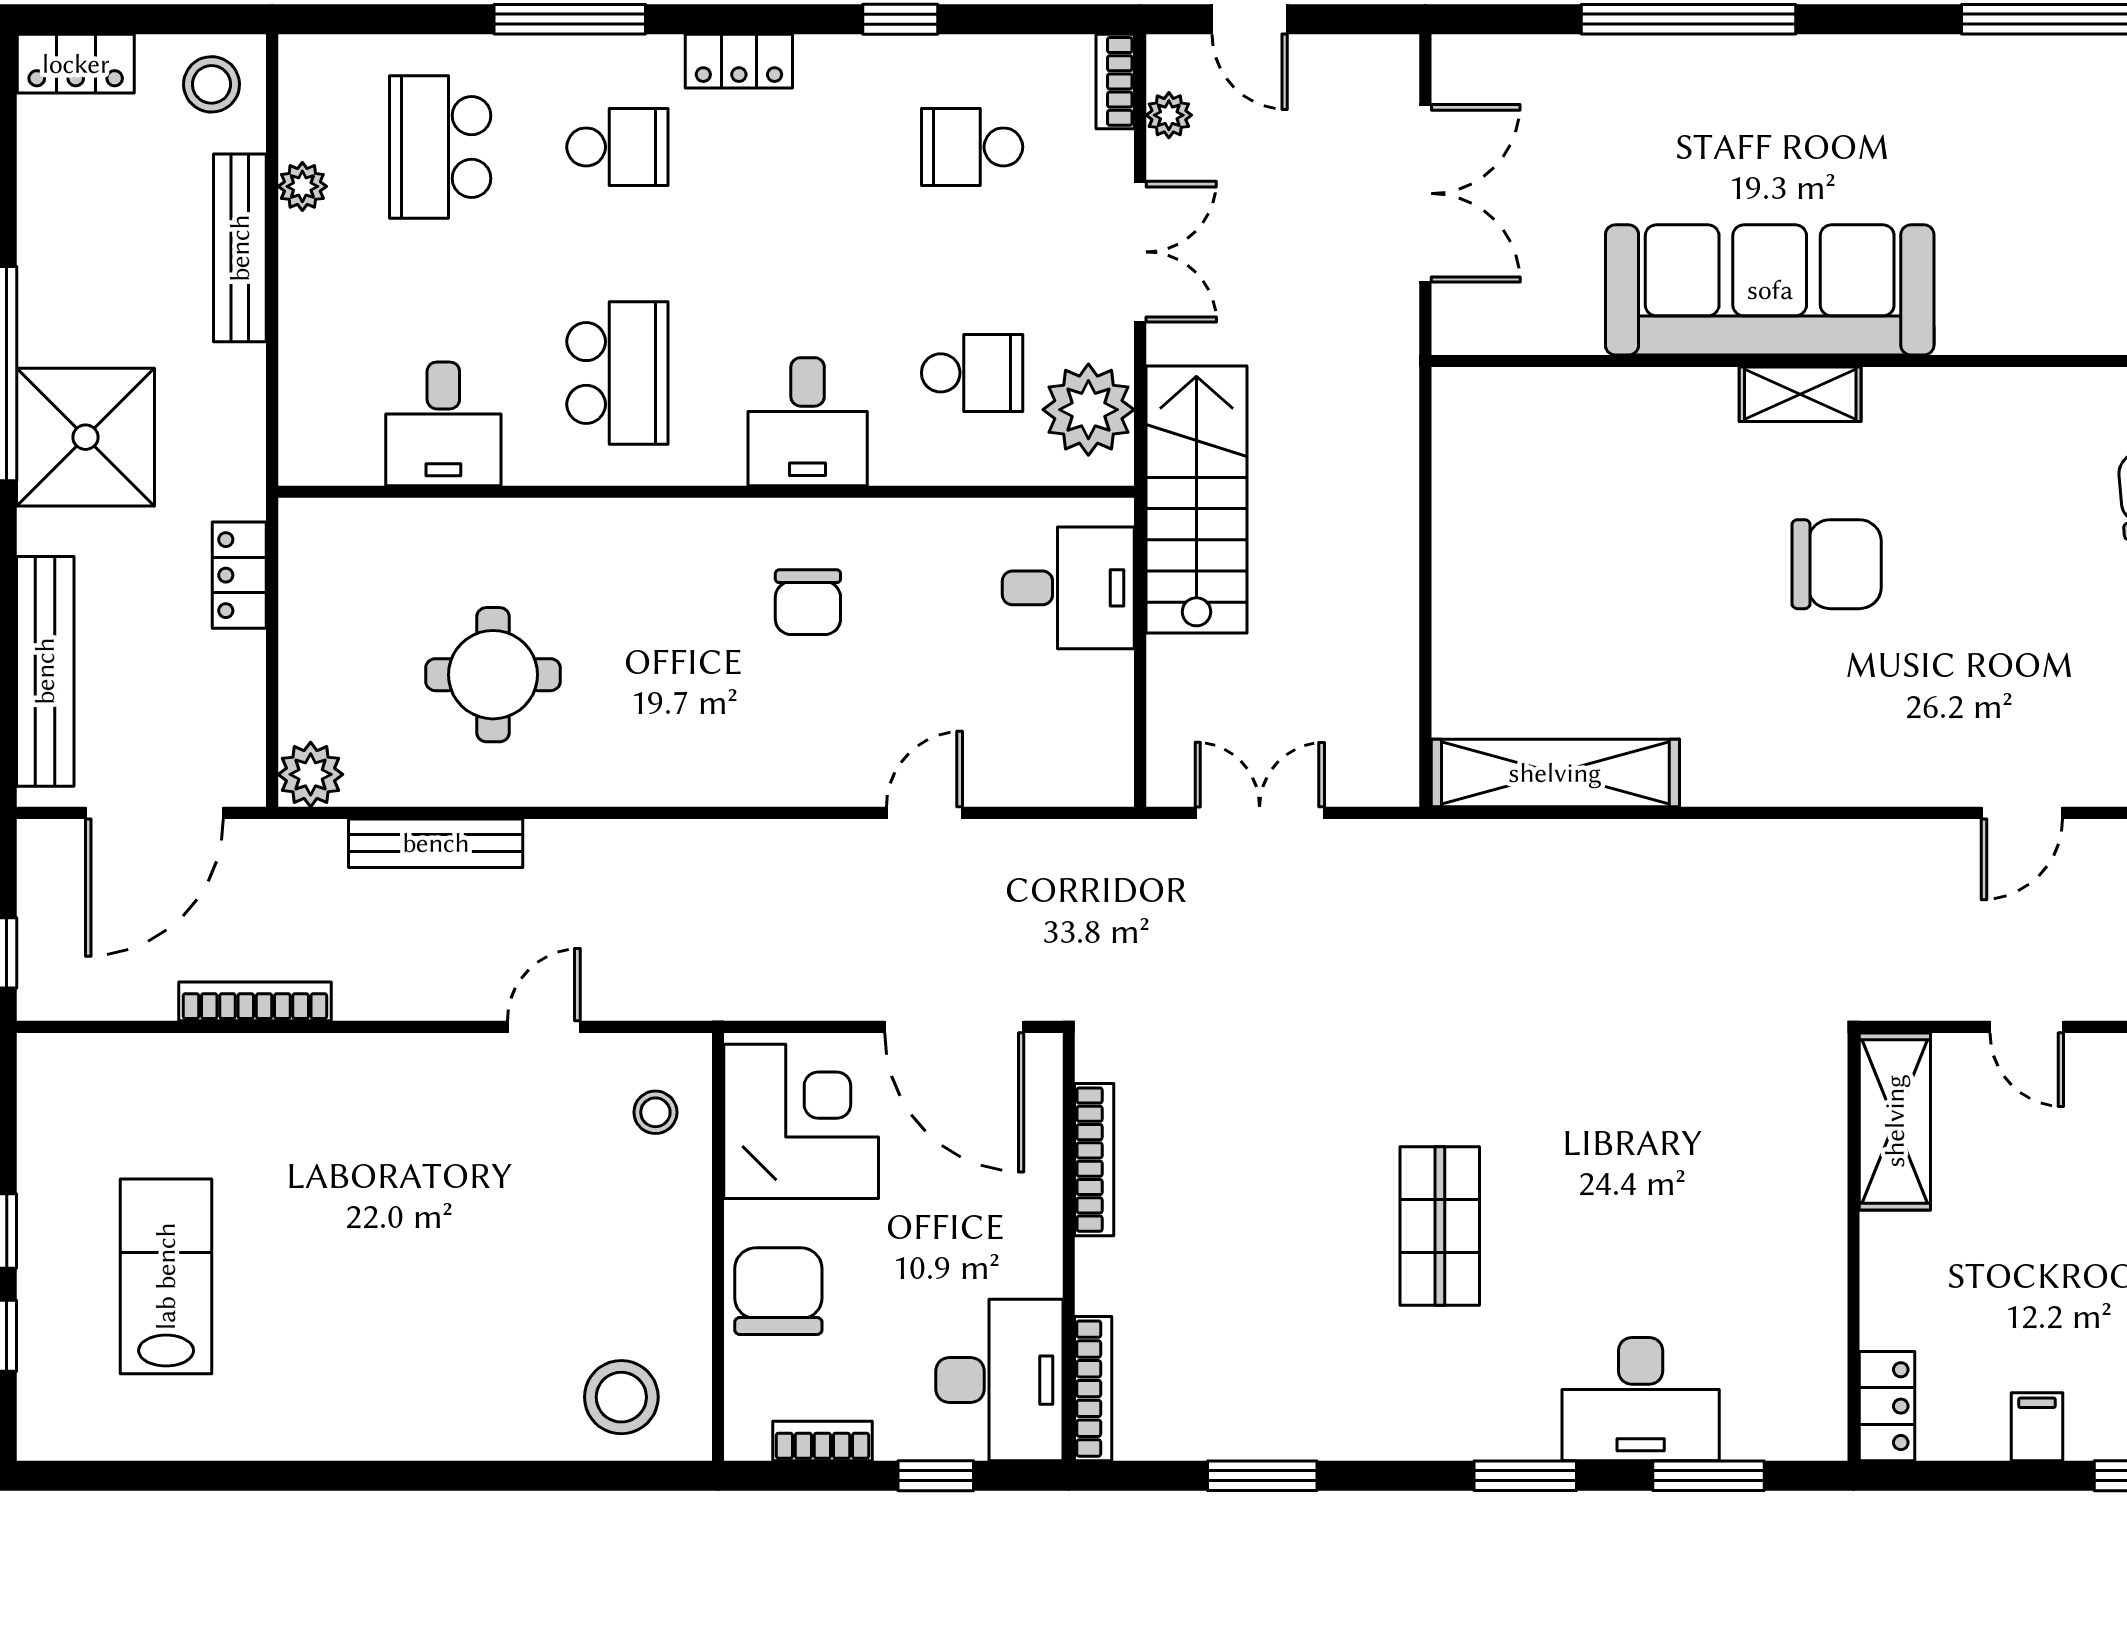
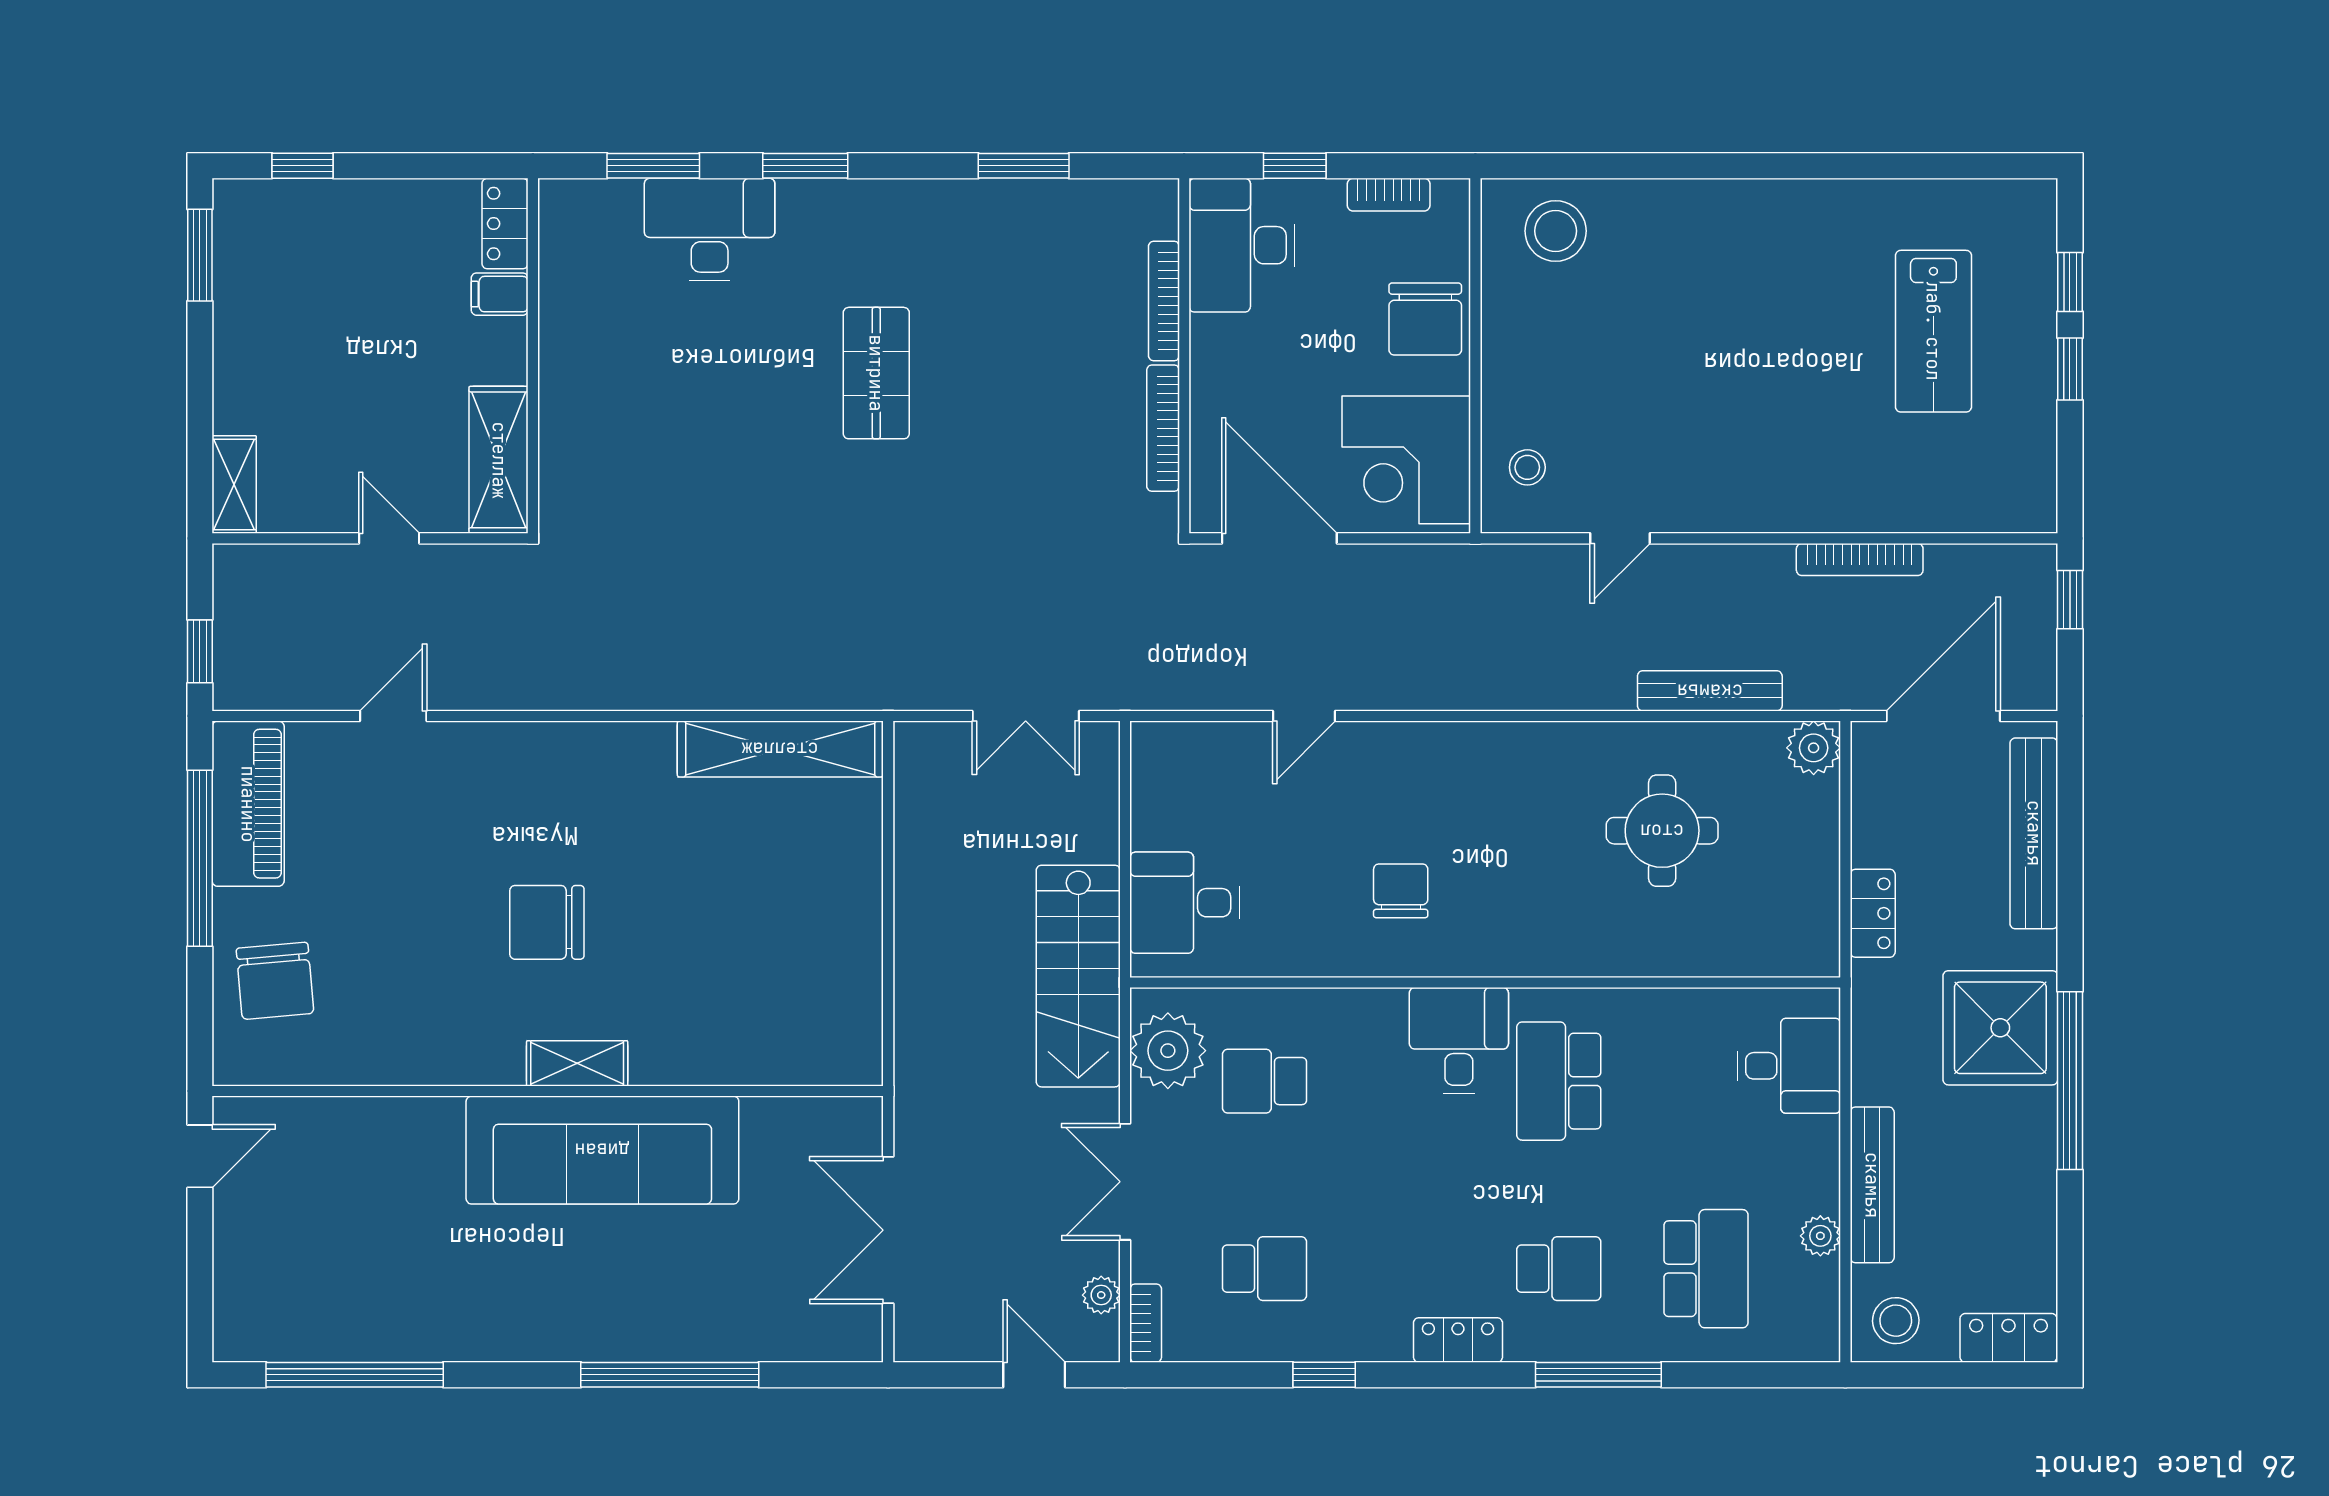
school desk: (617, 147) -> (1559, 1269), turned 180
desk: (808, 422) -> (1459, 1041), moved
desk: (443, 424) -> (1789, 1066), moved, turned 90
bookcase: (1093, 1389) -> (1164, 301), moved
filing cabinet: (2037, 1427) -> (500, 294), moved, turned 90

